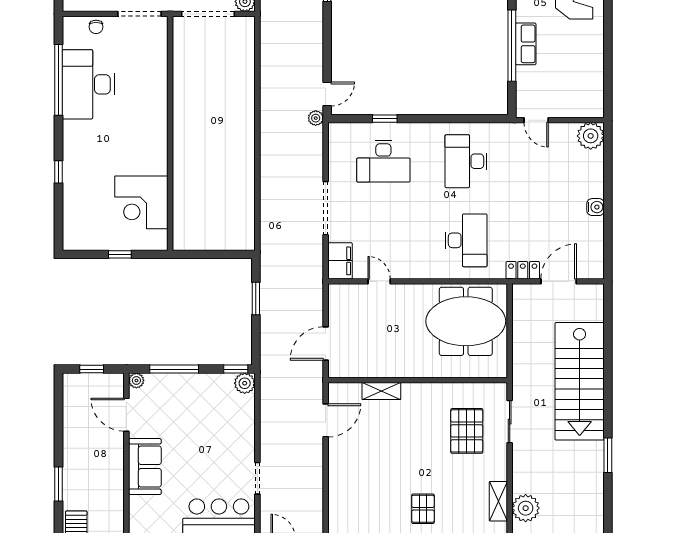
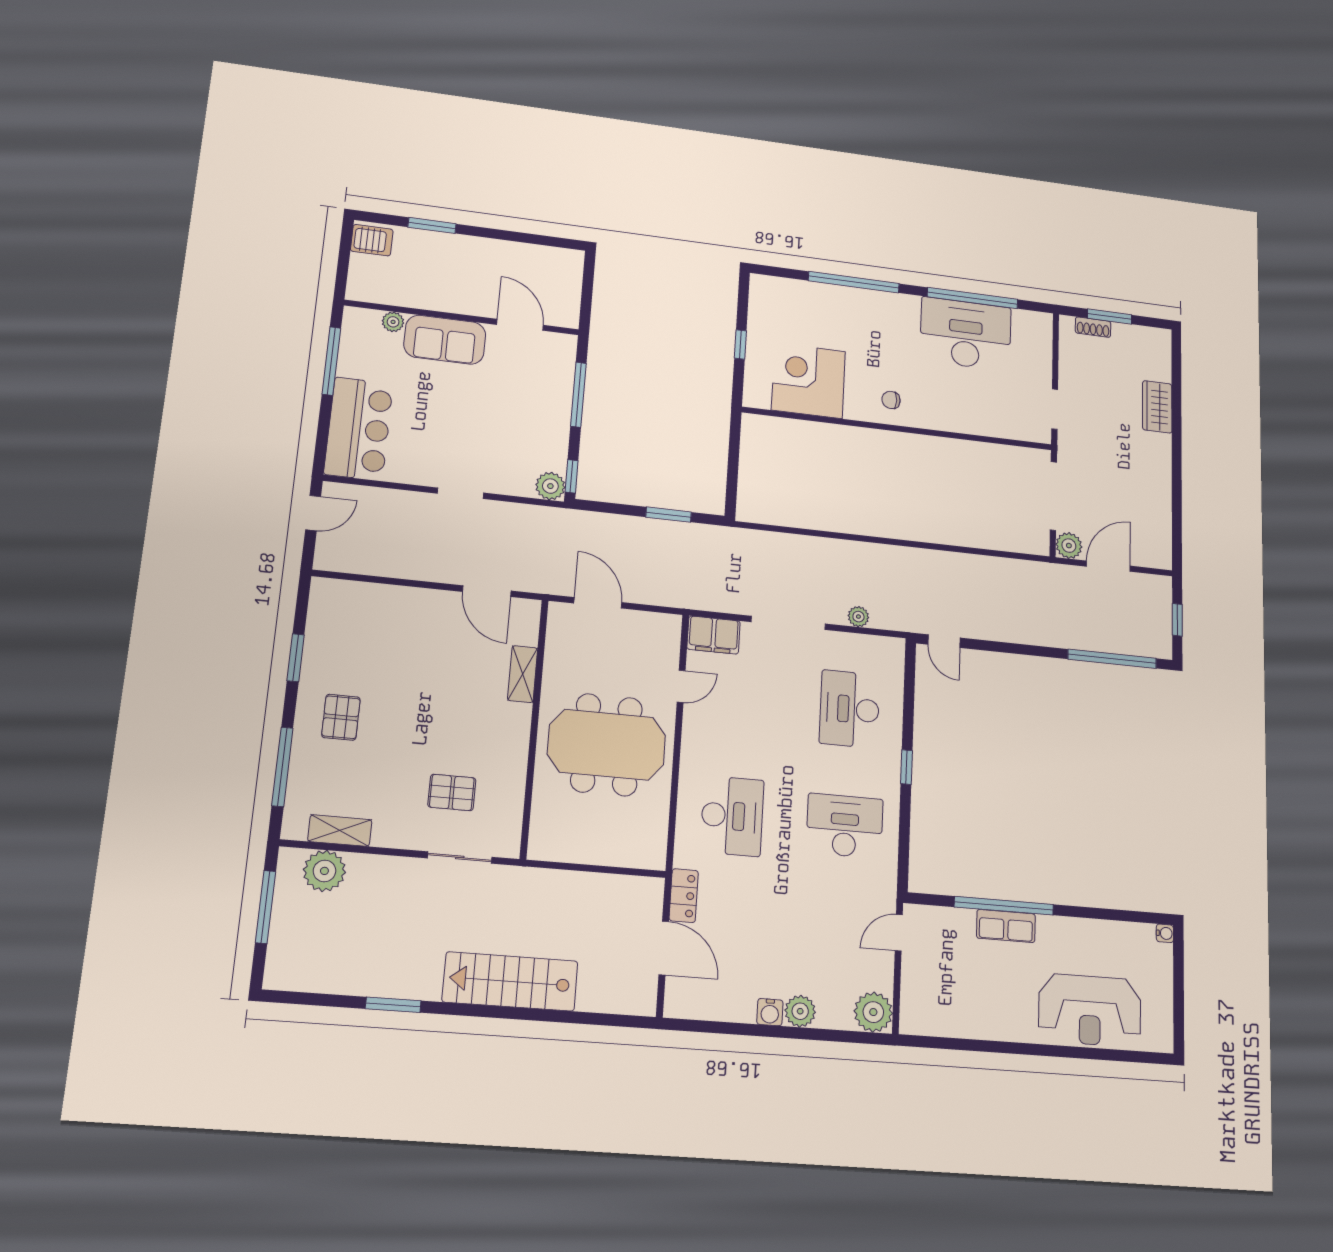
doorway: (139, 14) -> (1055, 409), width x0.73
chair: (96, 27) -> (891, 400), moved
plant: (316, 118) -> (858, 617), moved
window: (385, 119) -> (906, 767), moved
window: (59, 172) -> (854, 282), width x3.17
plant: (593, 186) -> (800, 1011), added
desk: (466, 240) -> (732, 816), turned -90
meeting table: (466, 321) -> (607, 745), moved, turned 90
window: (92, 369) -> (587, 288), removed
plant: (136, 380) -> (393, 322), moved
stairs: (580, 381) -> (510, 981), width x0.73, depth x0.66
door: (126, 415) -> (520, 325), hinge flipped
pallet: (467, 431) -> (452, 792), width x0.67, depth x0.71
doorway: (257, 478) -> (460, 493), moved
pallet: (423, 509) -> (341, 717), turned 90

